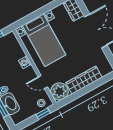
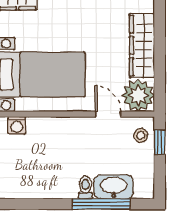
washing machine: (25, 62) -> (17, 125), moved
door: (43, 82) -> (108, 114), swing flipped

